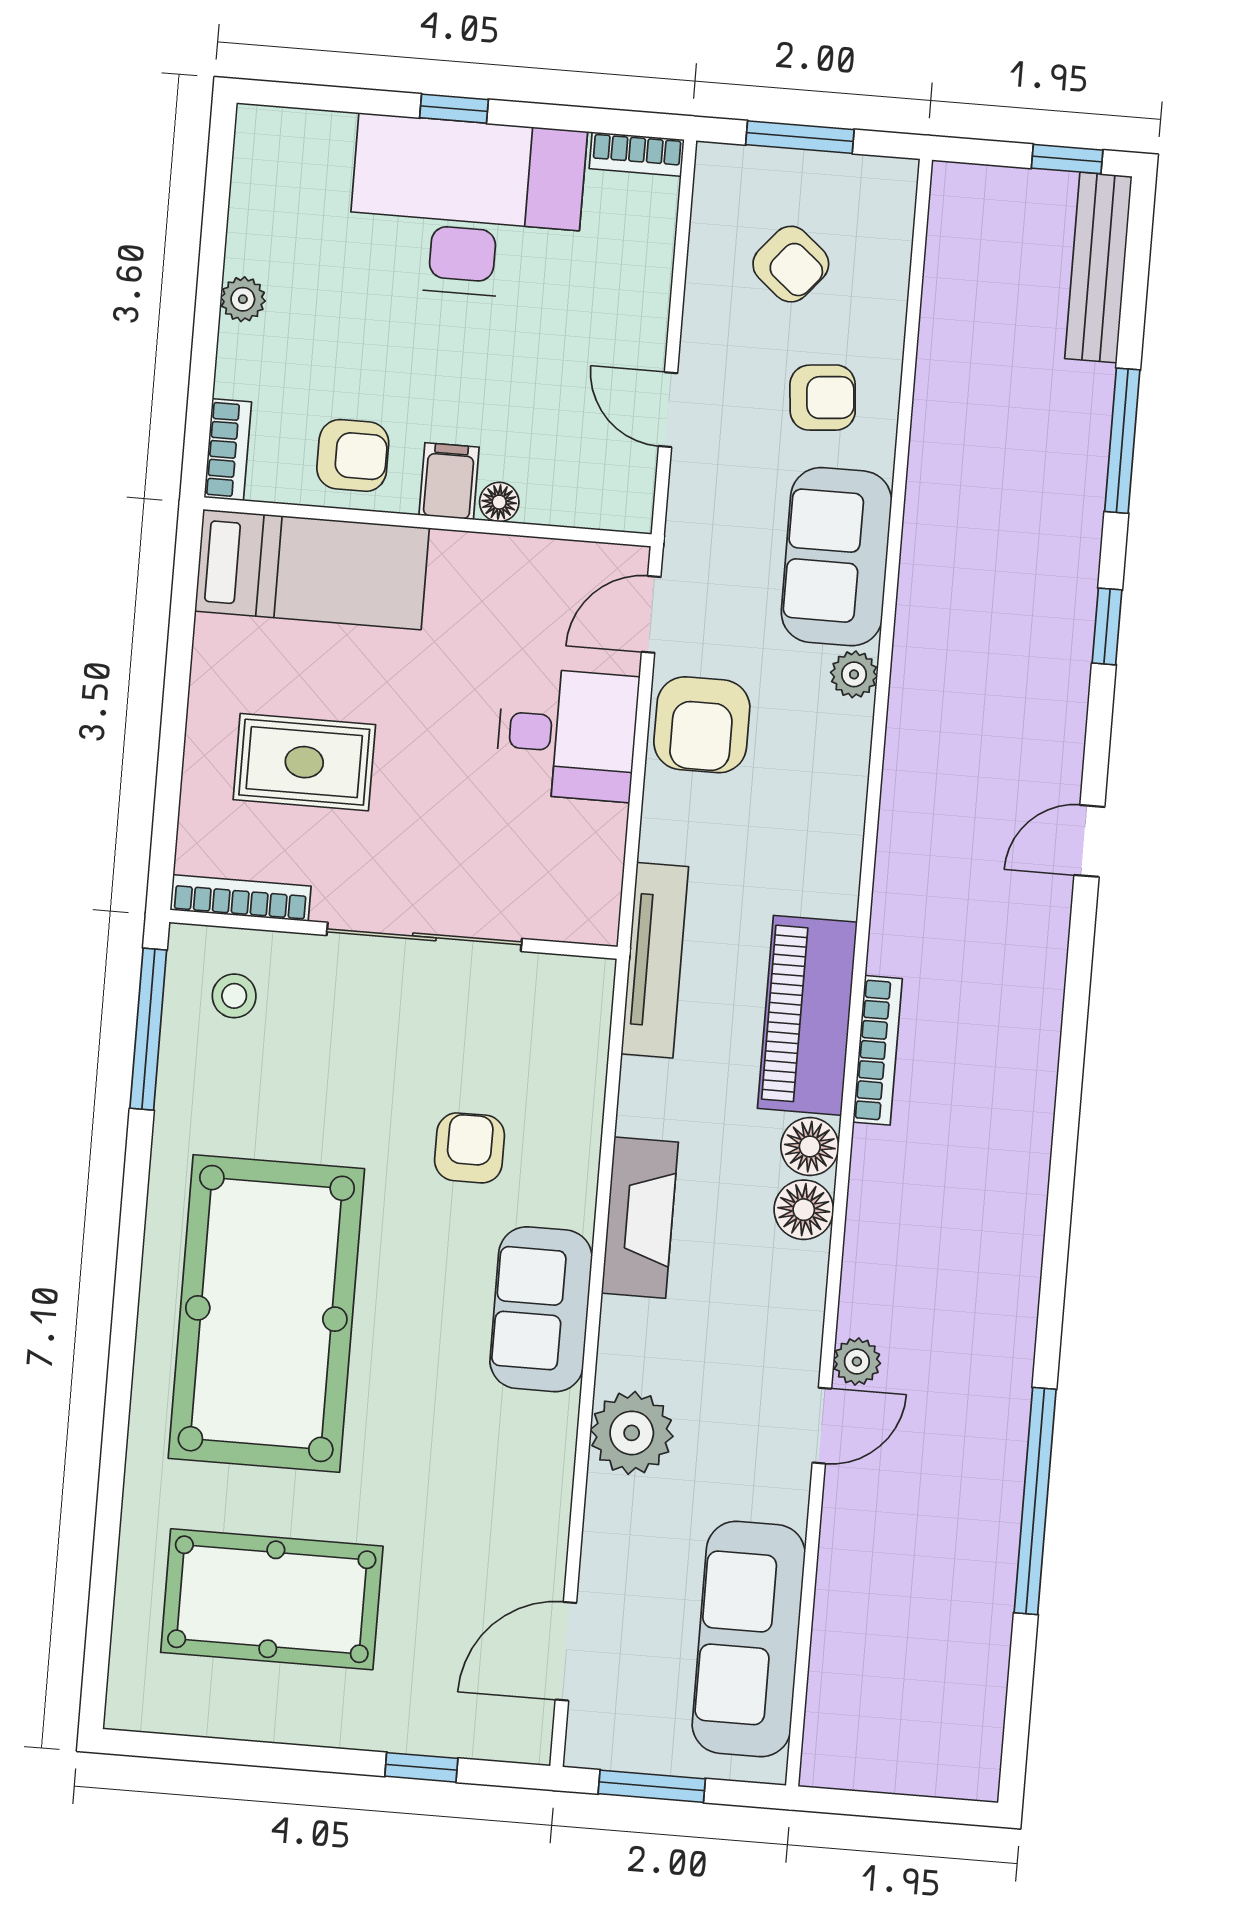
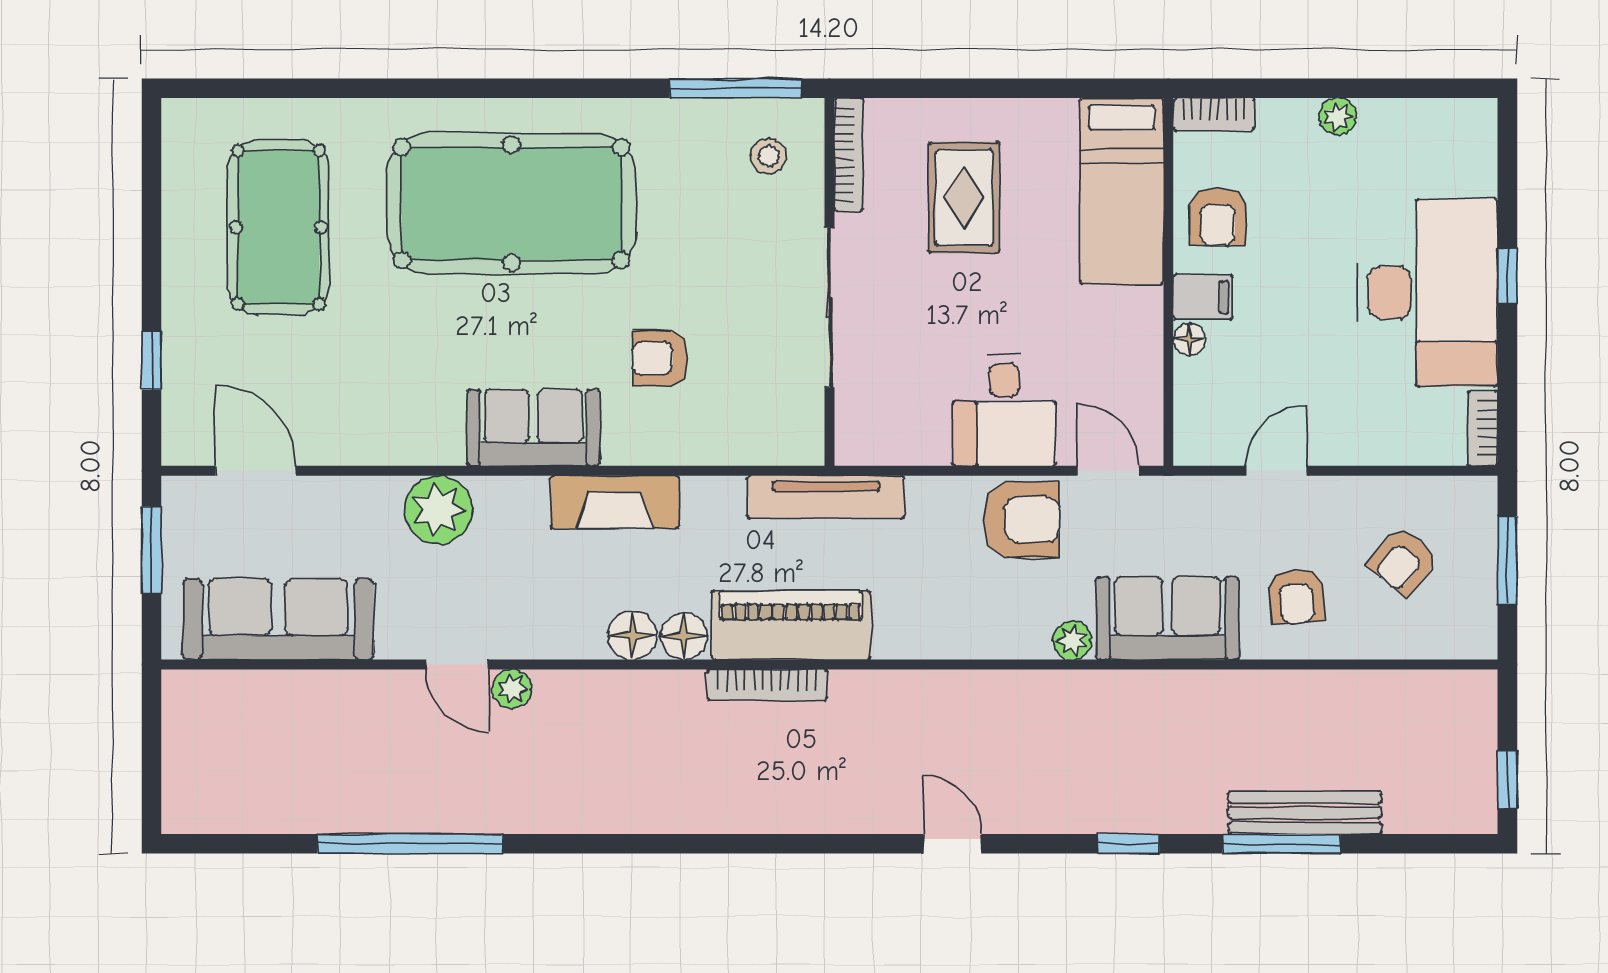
bench: (1098, 267) -> (1305, 813), moved
armchair: (702, 725) -> (1021, 520), turned 180
armchair: (470, 1148) -> (660, 358), turned 180

